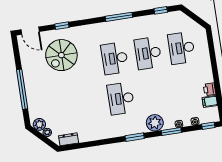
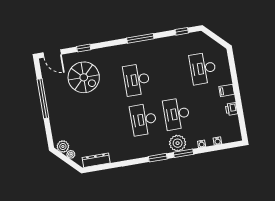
desk: (148, 53) -> (177, 114), moved
spiral stairs: (61, 55) -> (84, 77), turned -90
window: (22, 89) -> (43, 99), moved
filing cabinet: (210, 101) -> (227, 90), moved
window: (208, 126) -> (231, 145), removed
window: (171, 131) -> (184, 153), moved
dresser: (69, 139) -> (96, 160), width x1.44

